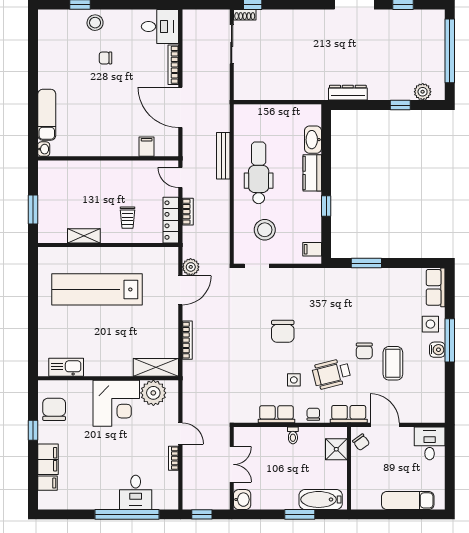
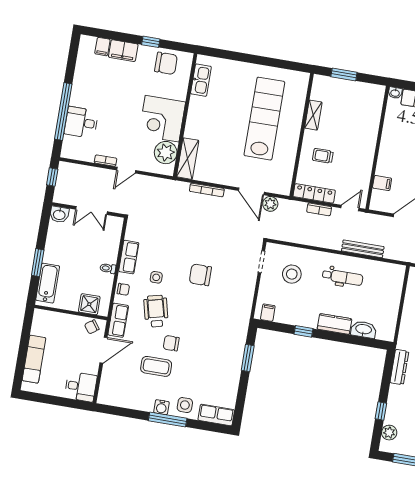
dental chair: (259, 173) -> (343, 277), width x0.73, depth x0.72

